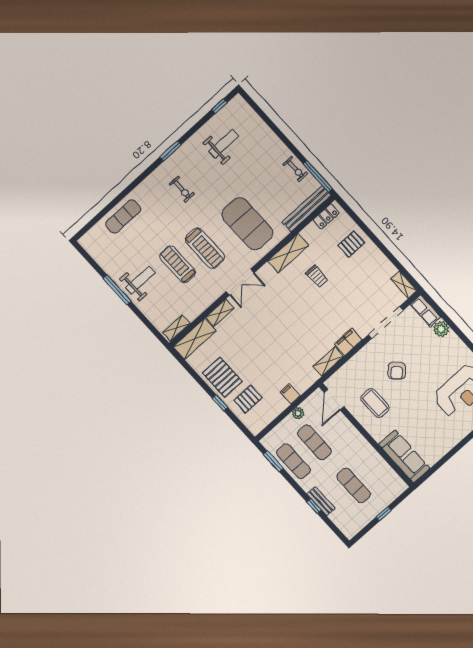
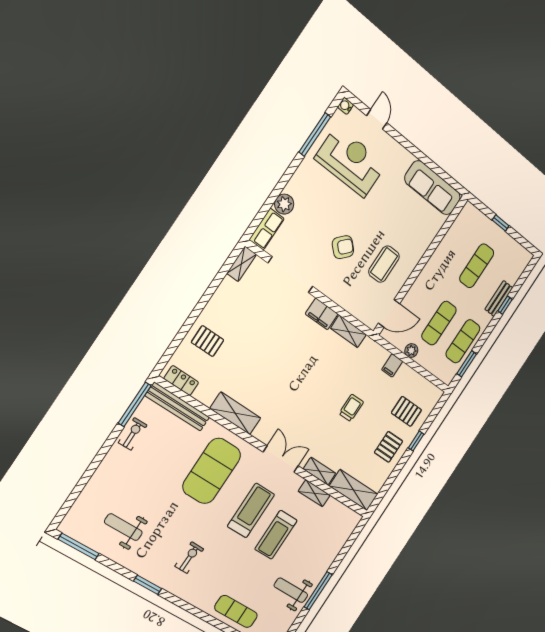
window: (219, 106) -> (79, 546), width x2.17
trolley: (317, 276) -> (351, 408), moved
weight bench: (140, 280) -> (291, 590), moved
shelving: (176, 328) -> (314, 493), moved
pallet: (222, 377) -> (389, 447), width x0.67, depth x0.71
sofa: (404, 456) -> (433, 188), moved, turned -90

